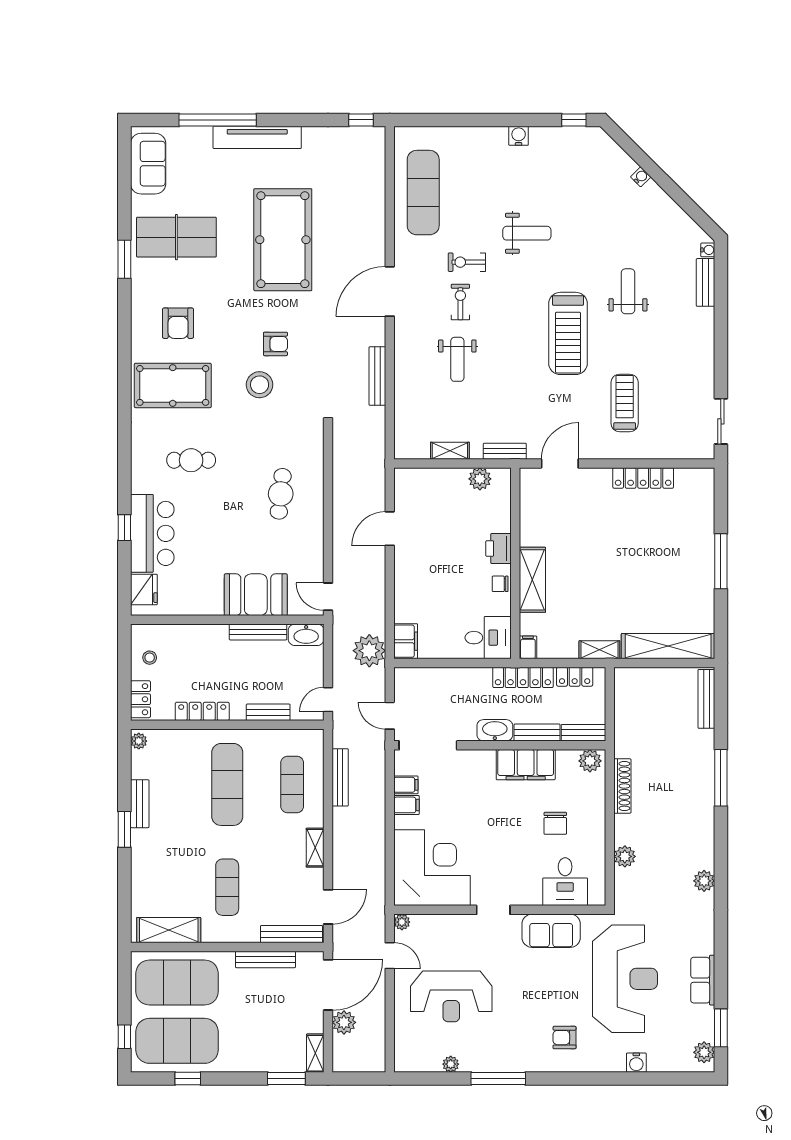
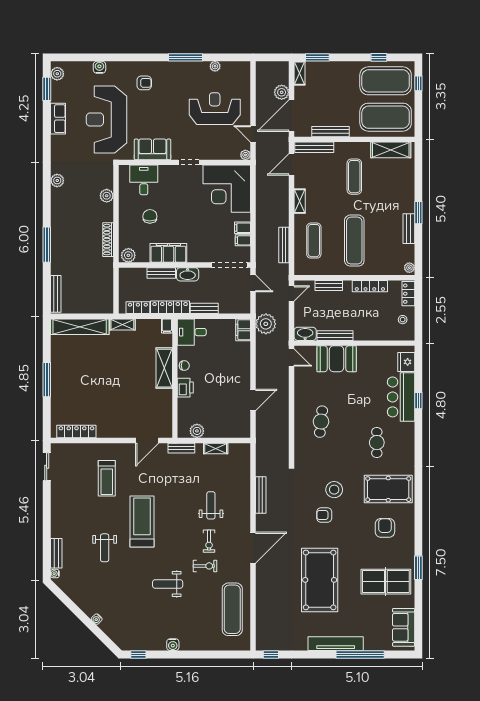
cafe table: (191, 460) -> (377, 443), turned 90
locker: (643, 478) -> (76, 431), moved
bench: (584, 733) -> (204, 308), moved

